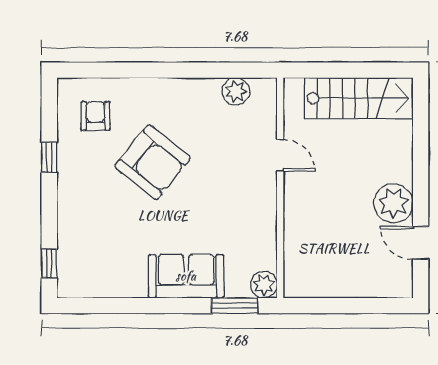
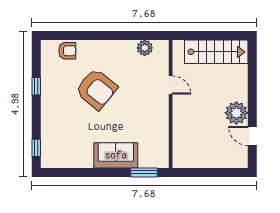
armchair: (96, 116) -> (67, 51), moved, turned 90
plant: (264, 285) -> (161, 160), removed

